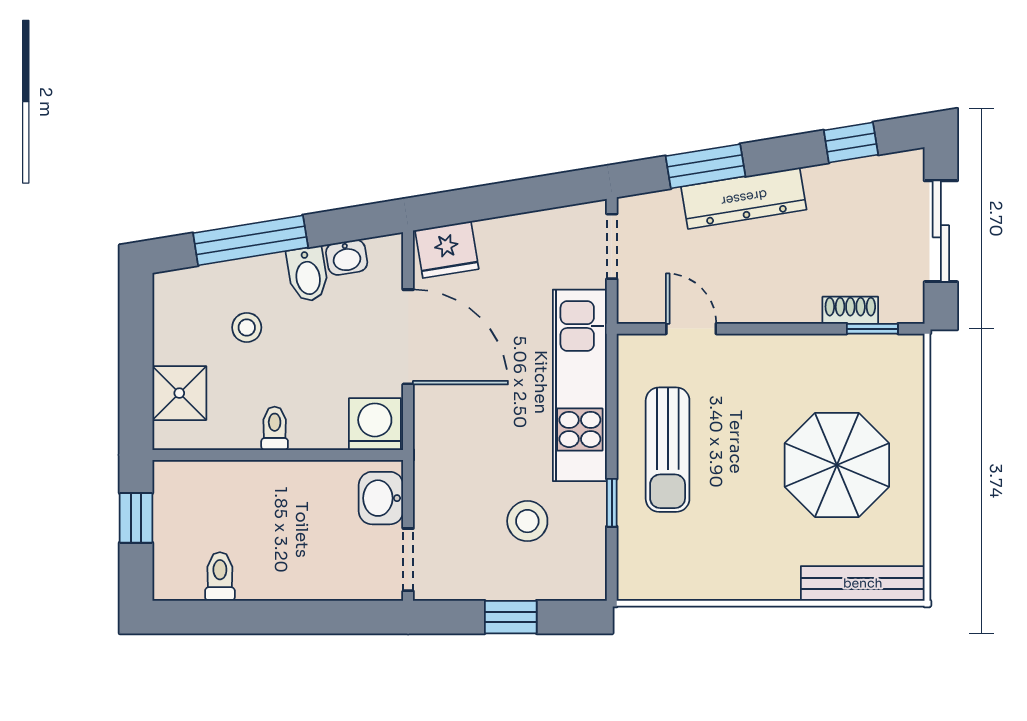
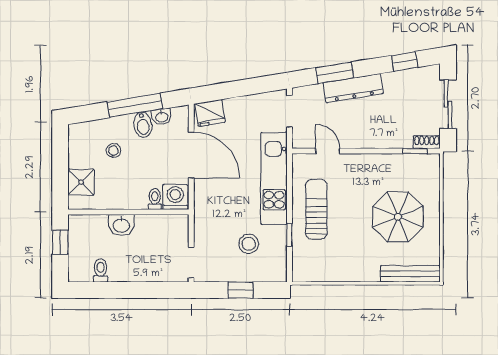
window: (251, 240) -> (135, 105), moved
shoe rack: (850, 310) -> (427, 142), moved
toilet: (275, 428) -> (155, 199), moved
sun lounger: (668, 450) -> (316, 209), turned 180
washbasin: (381, 498) -> (121, 225), moved, turned -90

